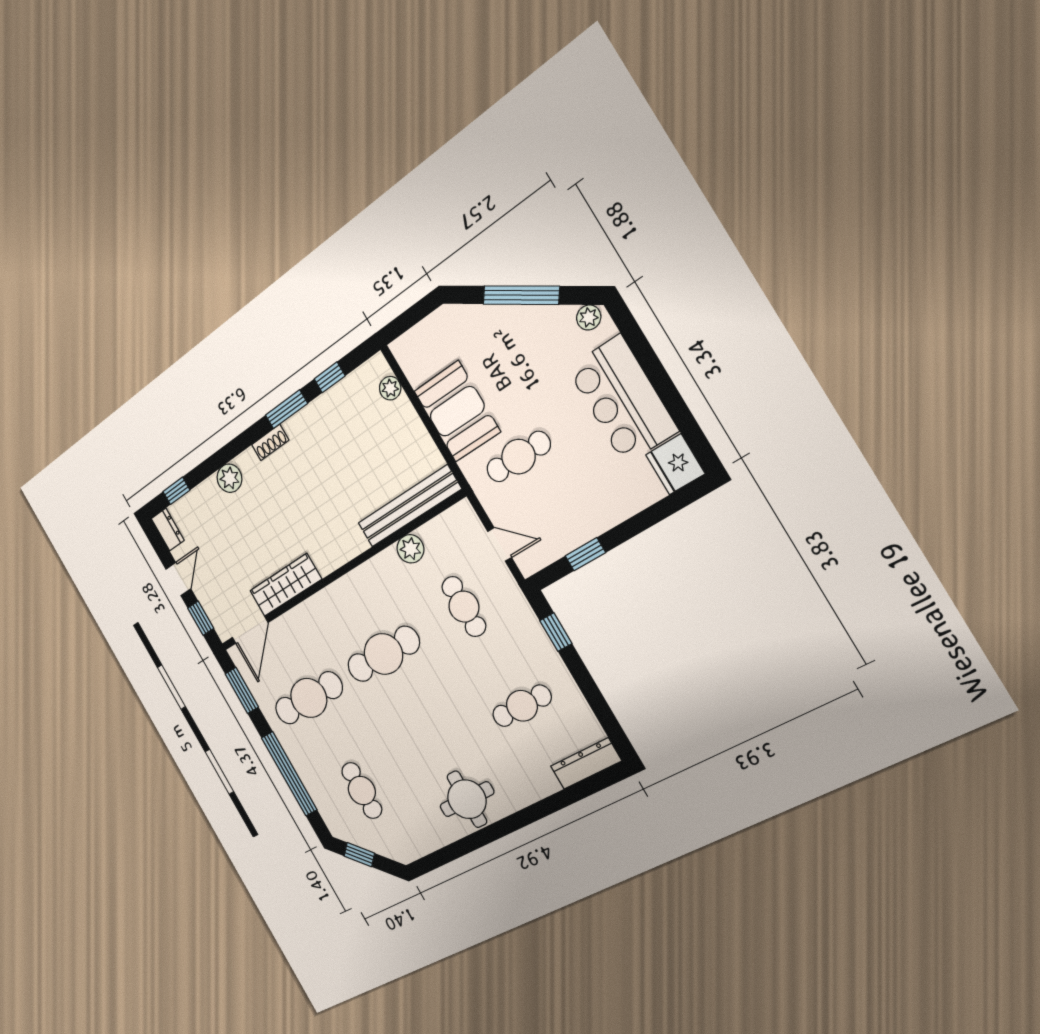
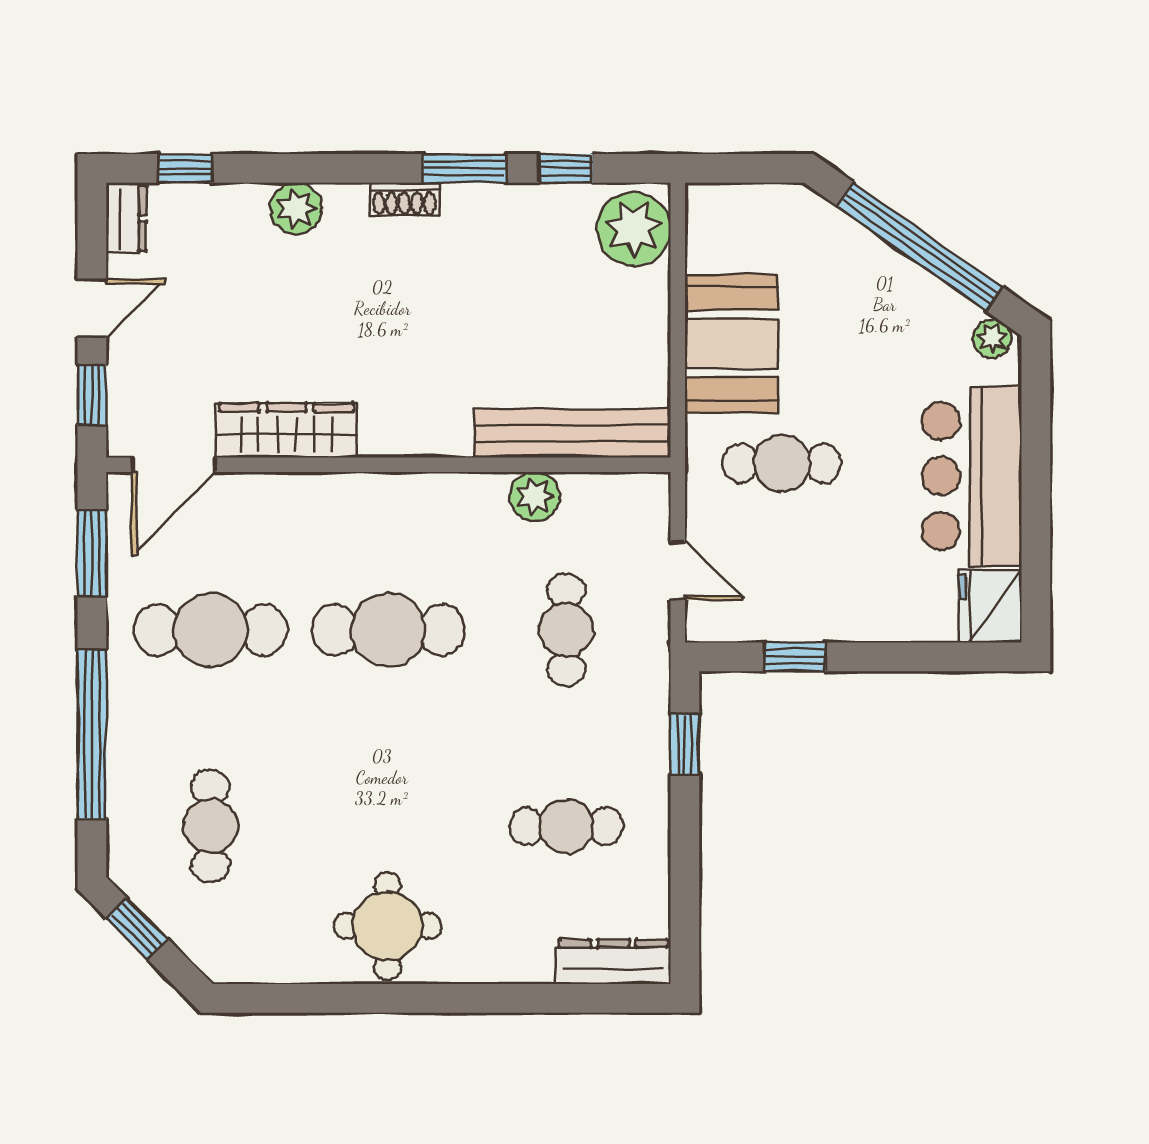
window: (521, 295) -> (920, 247), width x1.46
plant: (390, 388) -> (634, 229), width x1.87, depth x1.87

